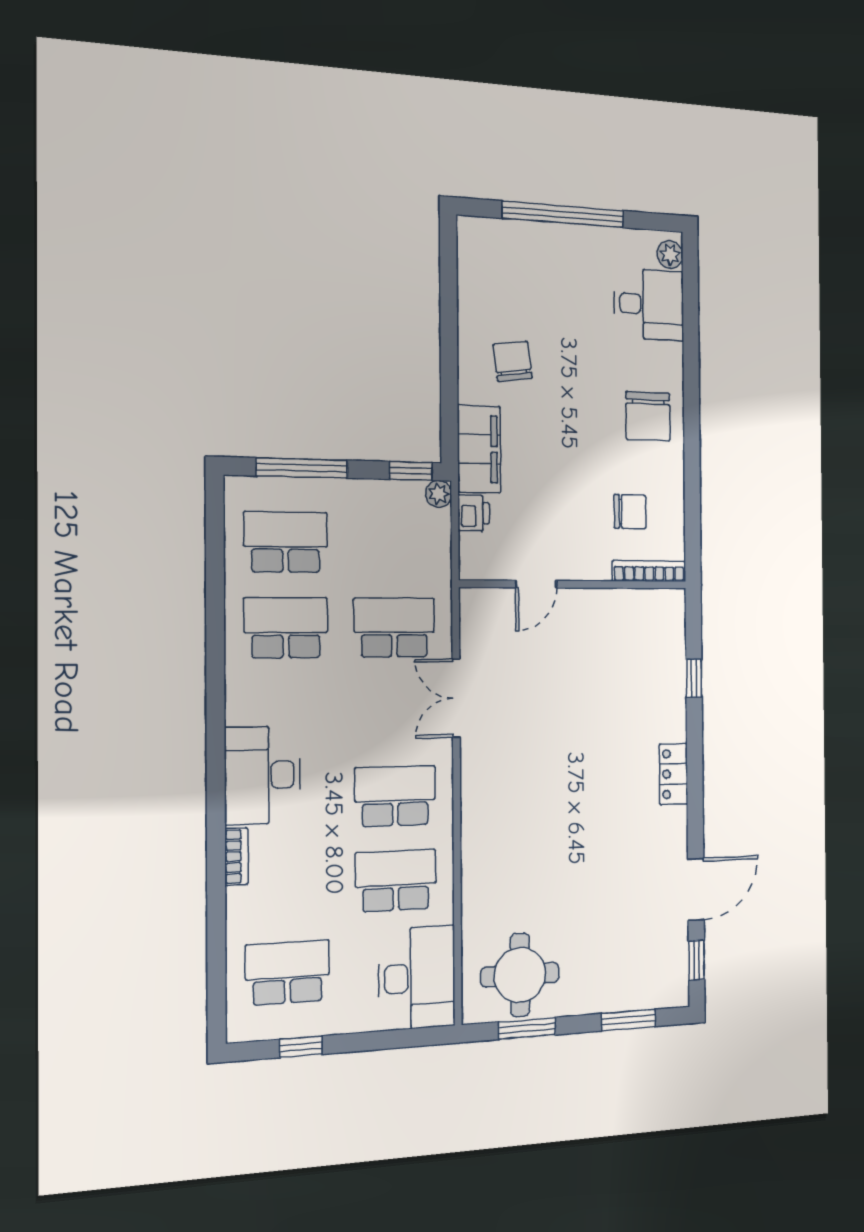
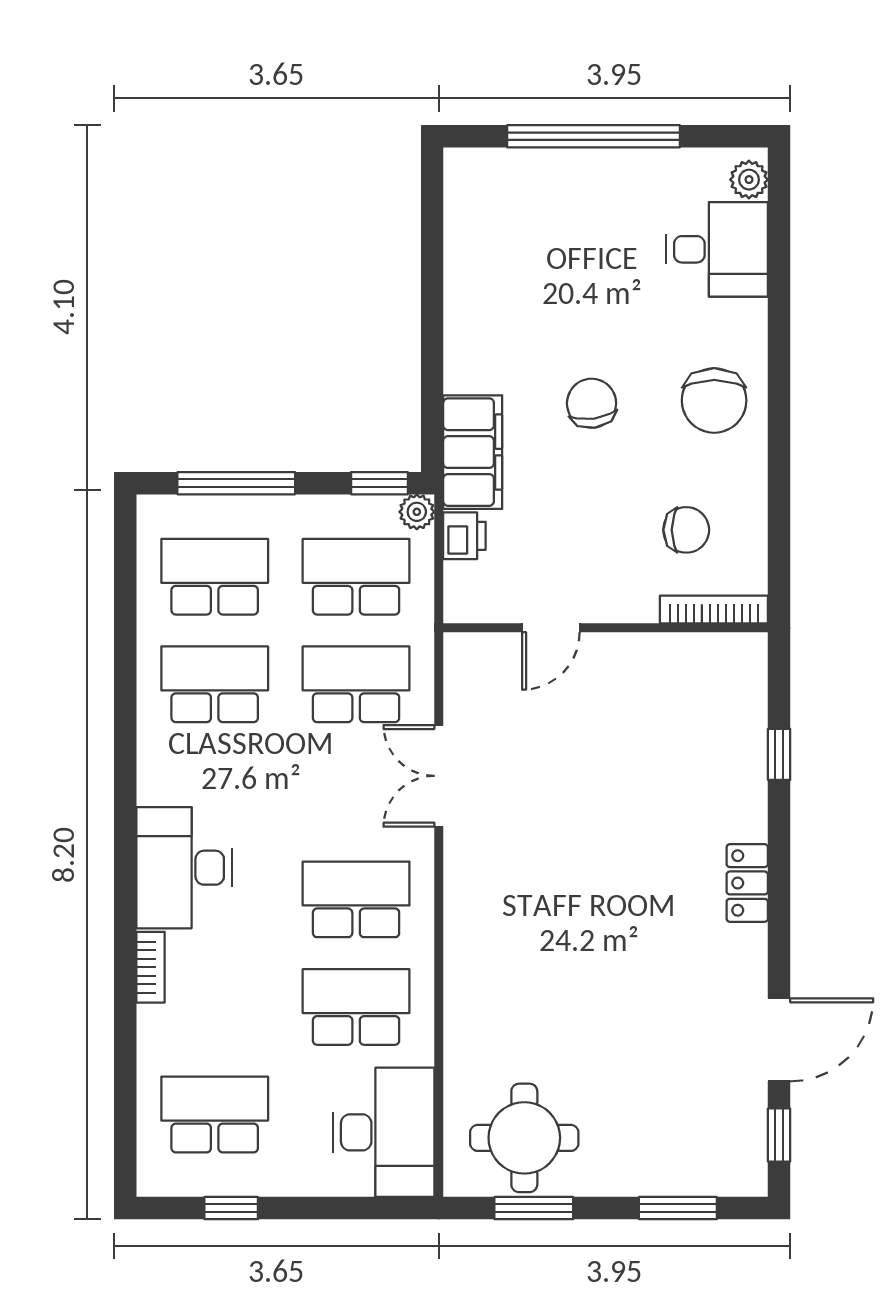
chair: (513, 361) -> (592, 403), moved
school desk: (394, 543) -> (356, 577), added

